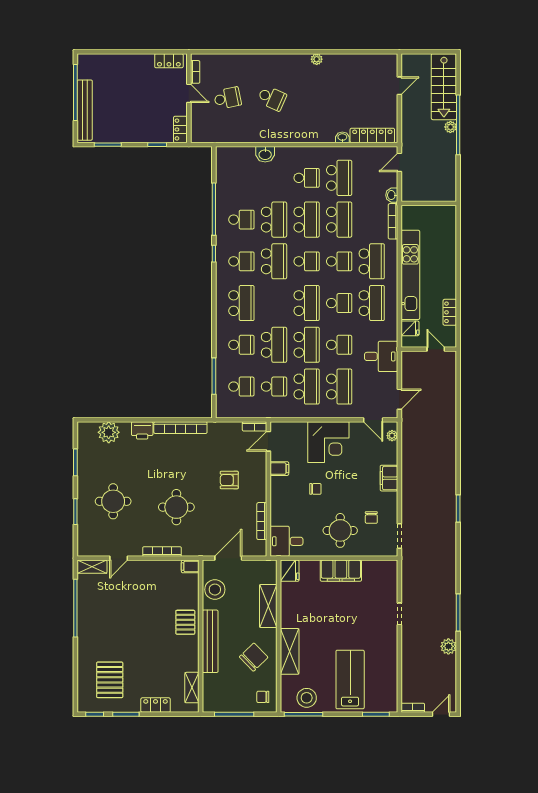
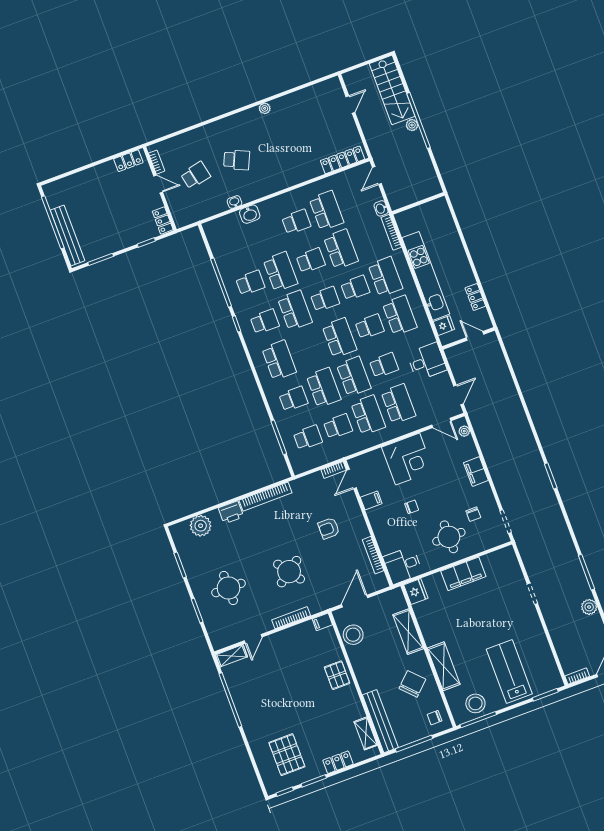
washbasin: (342, 137) -> (234, 202), moved
school desk: (307, 220) -> (311, 260), width x0.54
round table: (176, 507) -> (289, 572), turned -36
bench: (210, 641) -> (380, 721), moved

